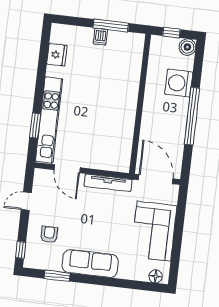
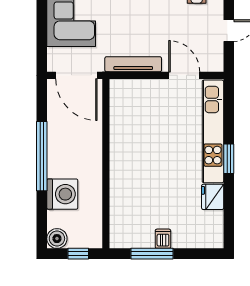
fridge: (57, 55) -> (213, 197), moved
window: (35, 126) -> (229, 159), moved

